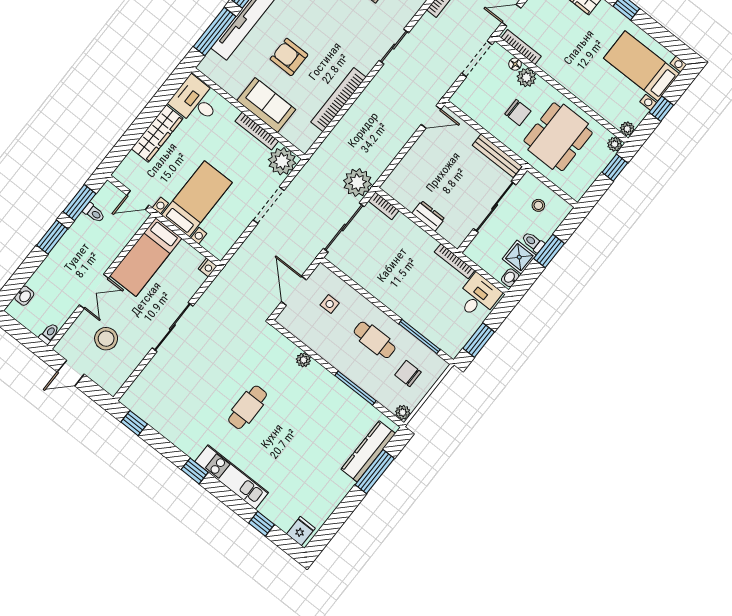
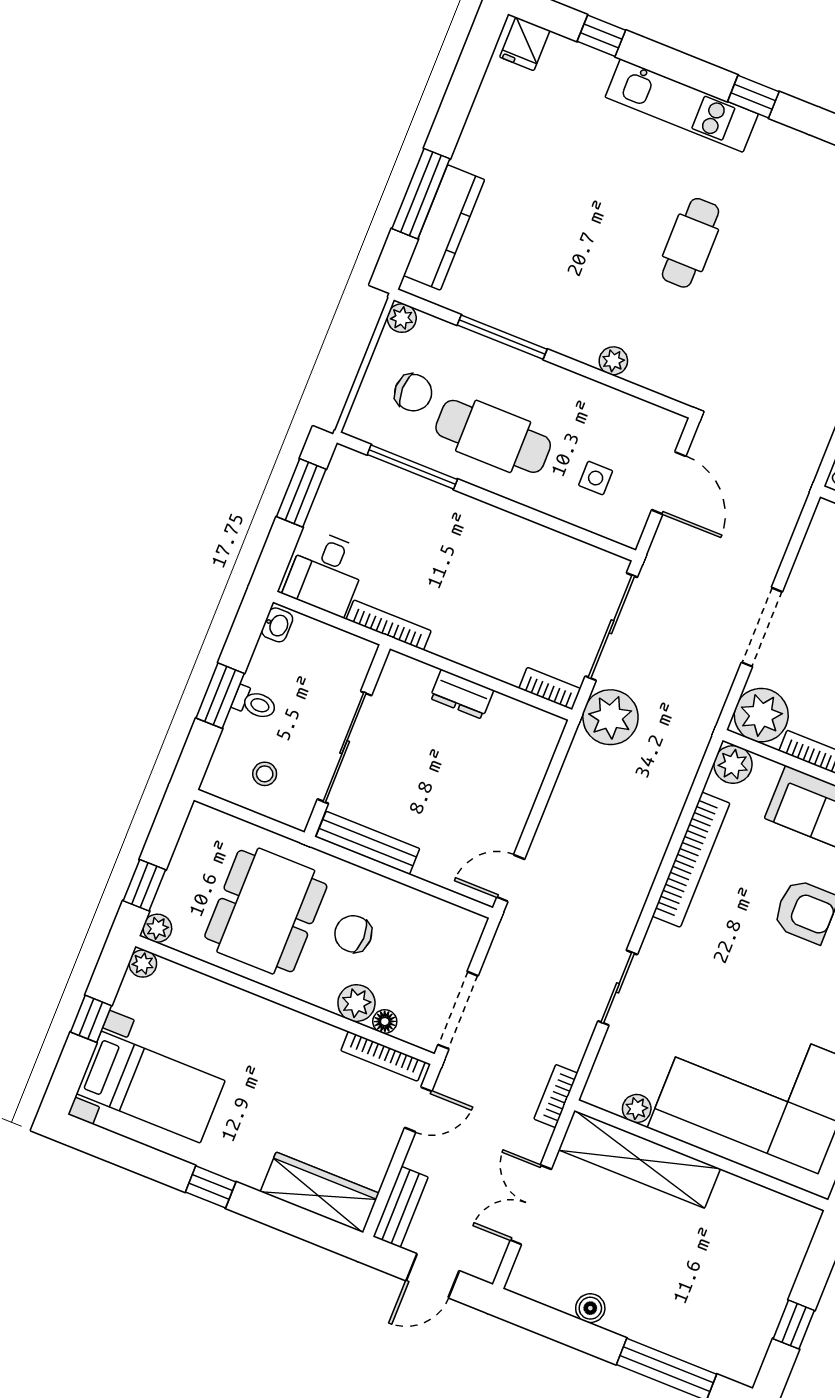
plant: (303, 141) -> (733, 764), added
shower: (519, 257) -> (272, 668), removed
cafe table: (375, 340) -> (493, 436), width x1.37, depth x1.35

